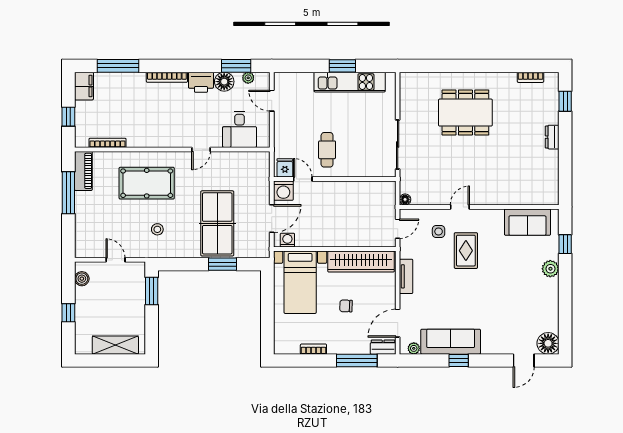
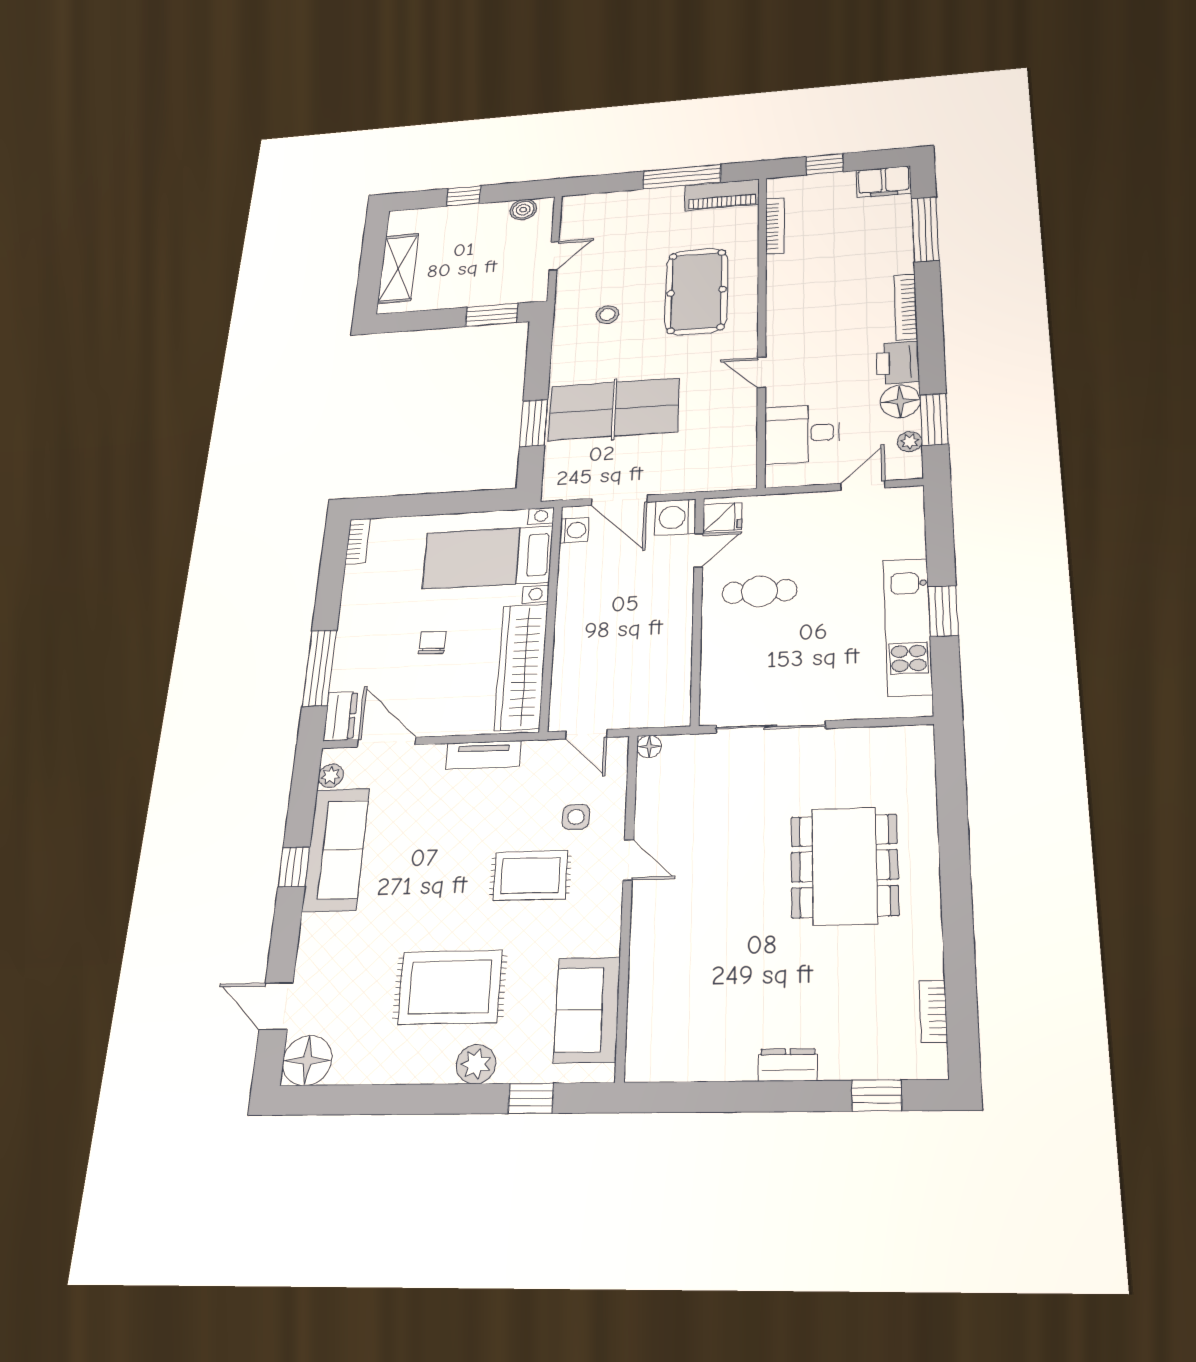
rug: (516, 283) -> (450, 987), added
bookcase: (313, 349) -> (358, 541), moved

